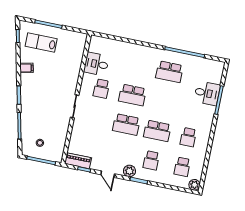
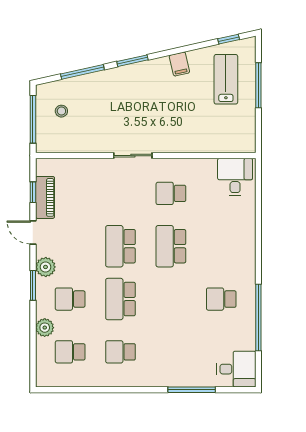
desk: (96, 64) -> (235, 177), moved
school desk: (169, 72) -> (221, 299), width x0.54
desk: (207, 93) -> (236, 369), moved, turned -90
piano: (78, 161) -> (45, 197), moved
door: (108, 174) -> (33, 232), hinge flipped
plant: (194, 185) -> (45, 328), moved

